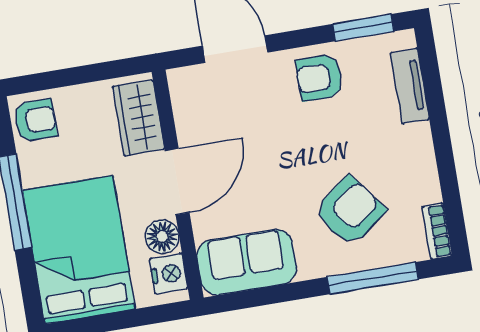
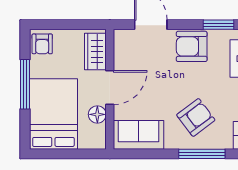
armchair: (319, 78) -> (192, 46), width x1.38, depth x1.38
armchair: (35, 120) -> (42, 44), turned 90
nightstand: (169, 274) -> (97, 134), removed

